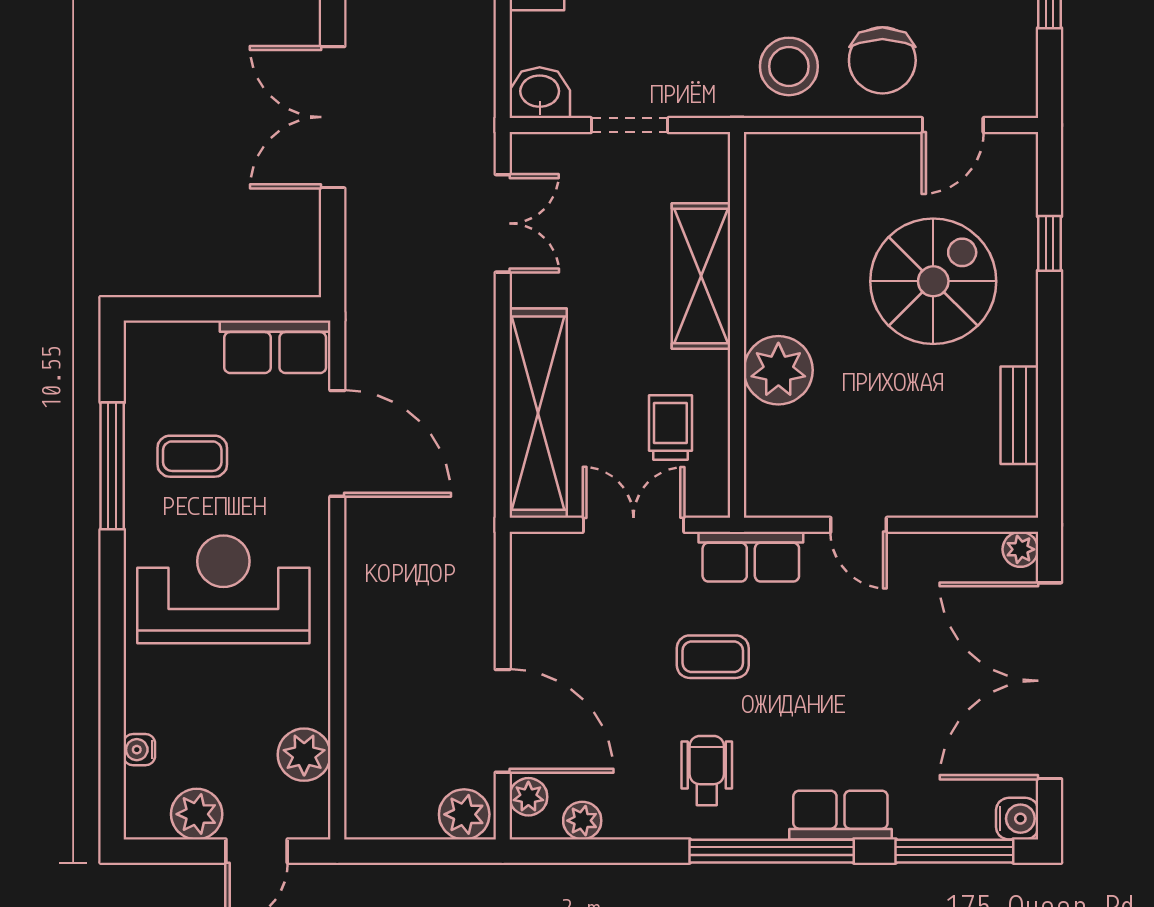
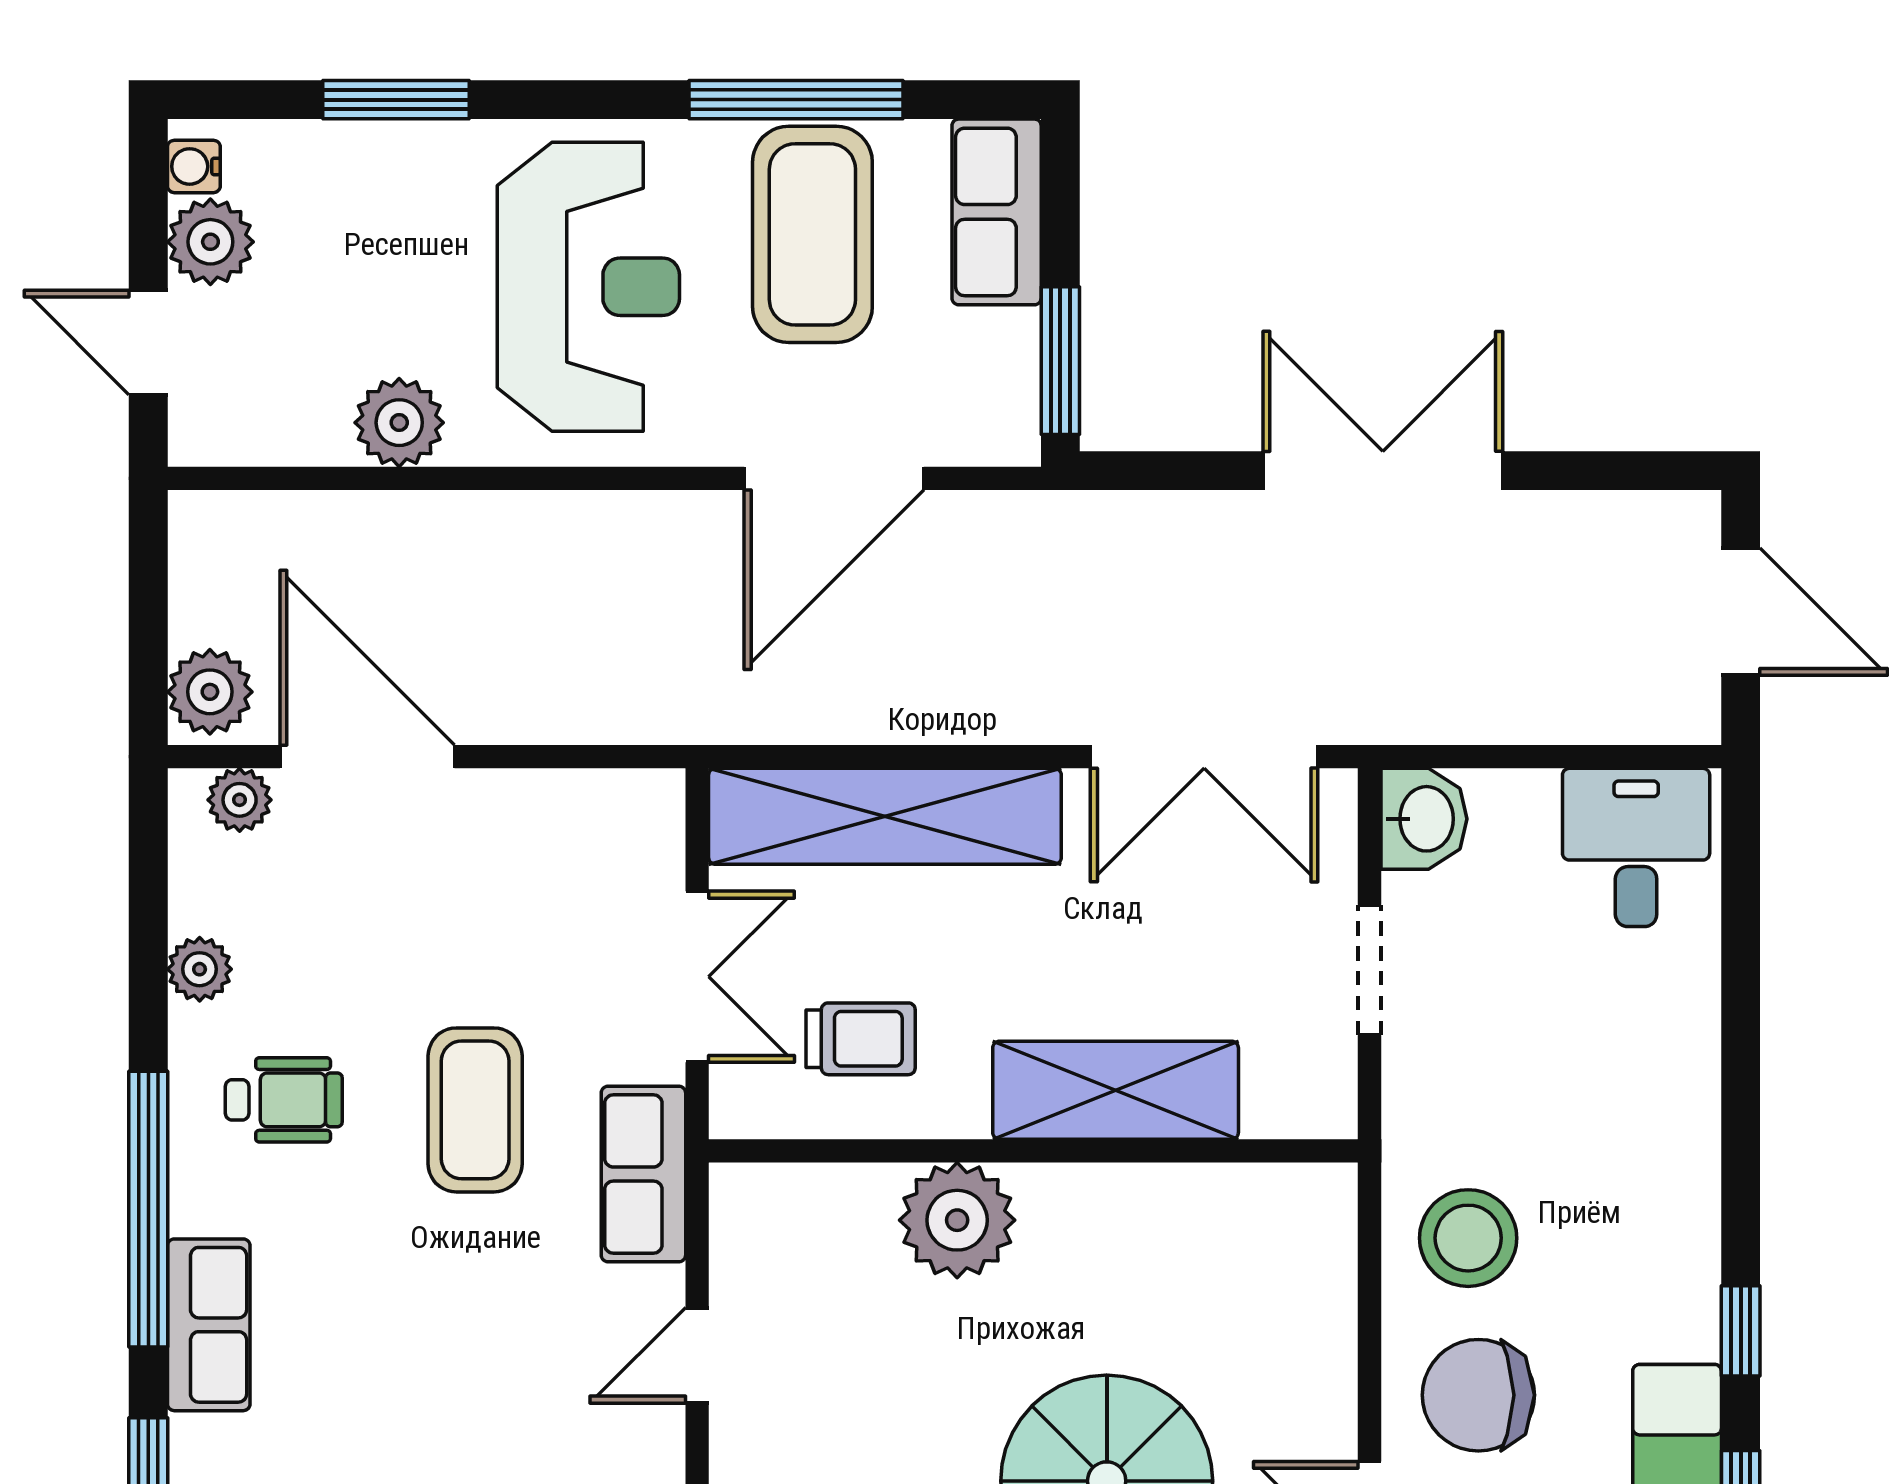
double door: (503, 223) -> (1204, 757), width x1.37
window: (267, 309) -> (1060, 361), added
row of seats: (275, 347) -> (997, 212), moved
coffee table: (192, 456) -> (812, 234), width x1.86, depth x1.72
coffee table: (713, 657) -> (475, 1110), width x1.36, depth x1.30
window: (112, 704) -> (396, 100), added
door: (503, 721) -> (367, 757), swing flipped
water cooler: (139, 750) -> (194, 166), moved, turned -90
plant: (304, 755) -> (399, 423), moved
plant: (582, 821) -> (200, 969), moved

